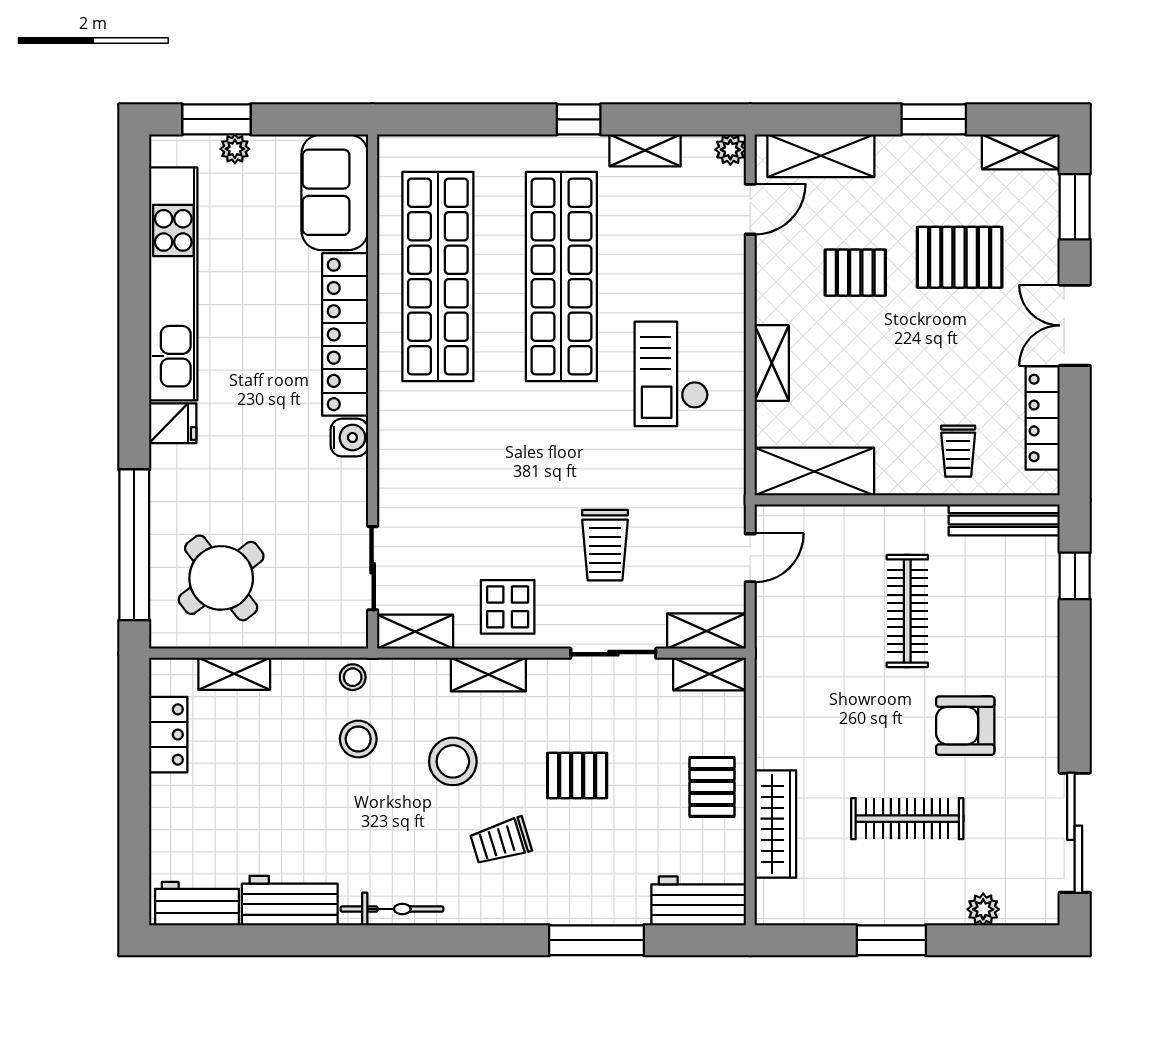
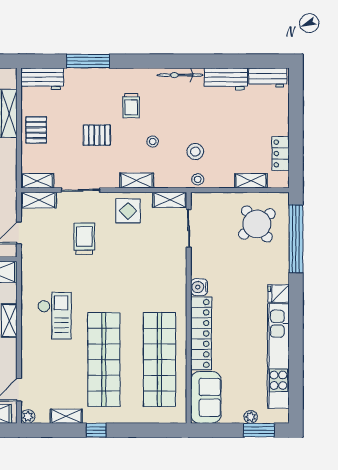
stool: (453, 761) -> (153, 141), width x0.53, depth x0.53
trolley: (501, 841) -> (131, 106), turned 107

